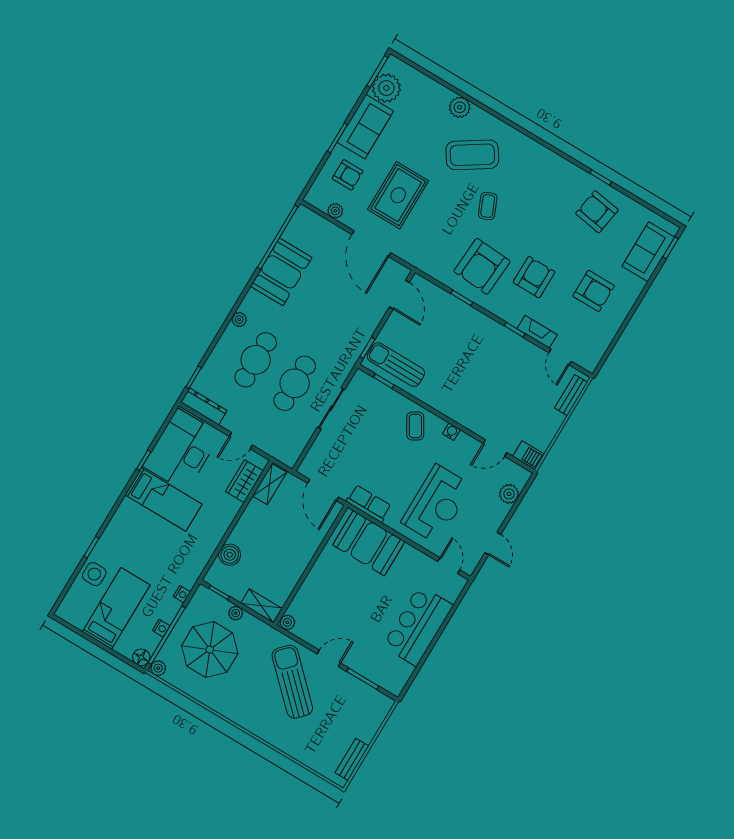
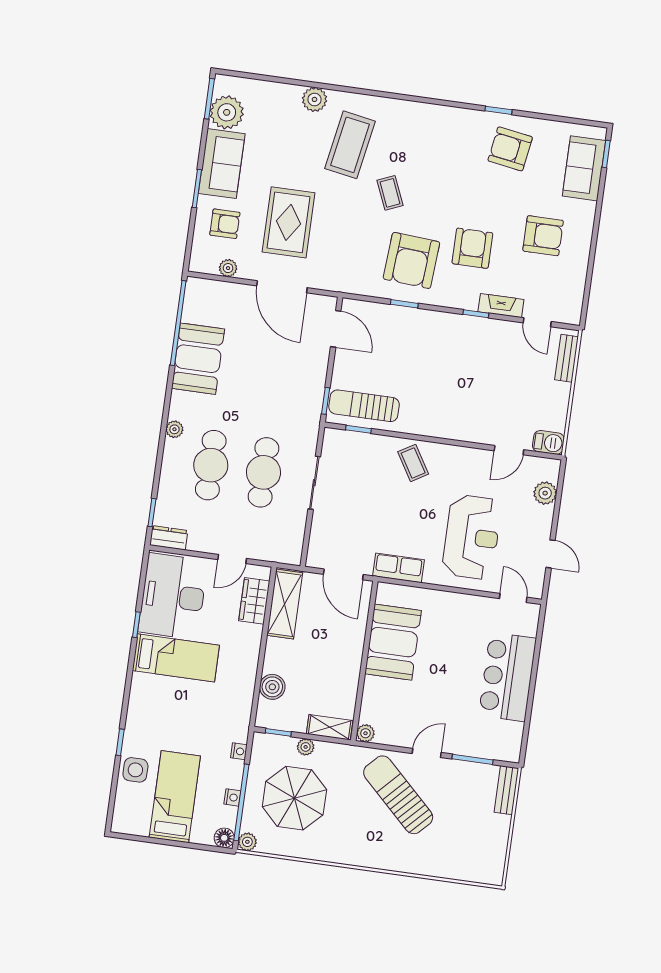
coffee table: (472, 155) -> (350, 145), turned -47
dresser: (204, 406) -> (169, 538), width x0.70
water cooler: (451, 432) -> (455, 453), removed
shelving: (270, 484) -> (285, 604), width x1.50, depth x1.33
booth: (369, 543) -> (393, 642), moved, turned 90
bench: (352, 759) -> (506, 790), moved

